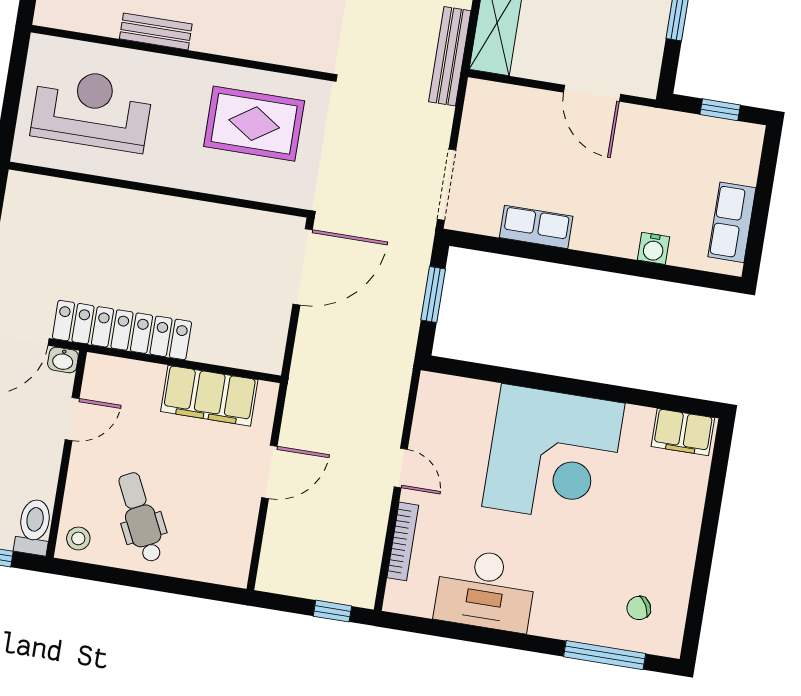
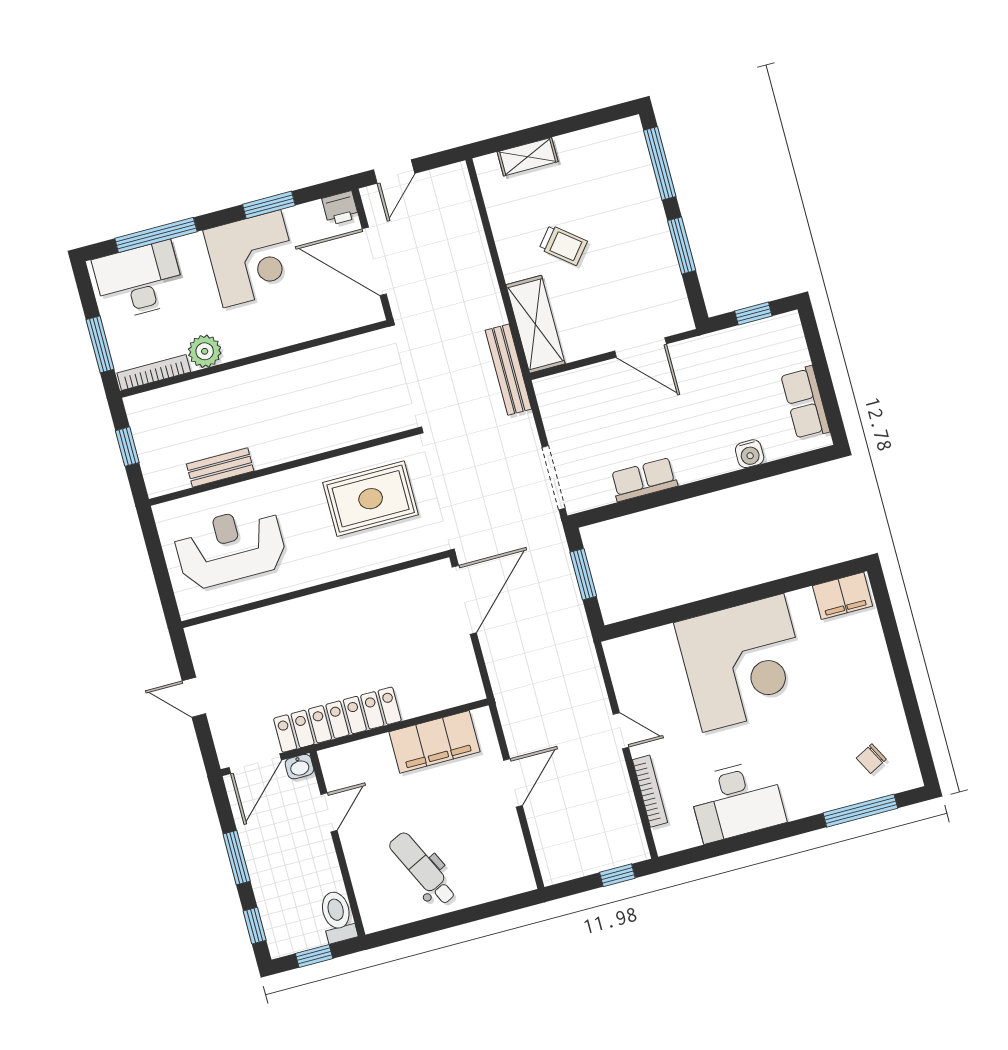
bench: (156, 31) -> (220, 468), moved
stool: (78, 538) -> (379, 909), removed

